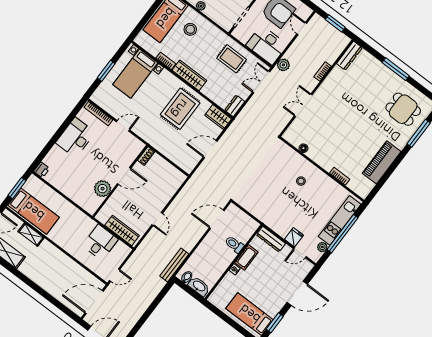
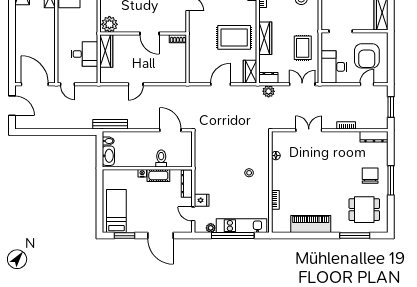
plant: (283, 65) -> (269, 91), moved
wardrobe: (189, 75) -> (265, 38), moved
chair: (379, 83) -> (370, 176), added
dining table: (403, 109) -> (364, 210), turned 90
door: (210, 149) -> (221, 84), hinge flipped
plant: (103, 189) -> (109, 24), moved
wardrobe: (122, 230) -> (106, 51), moved

